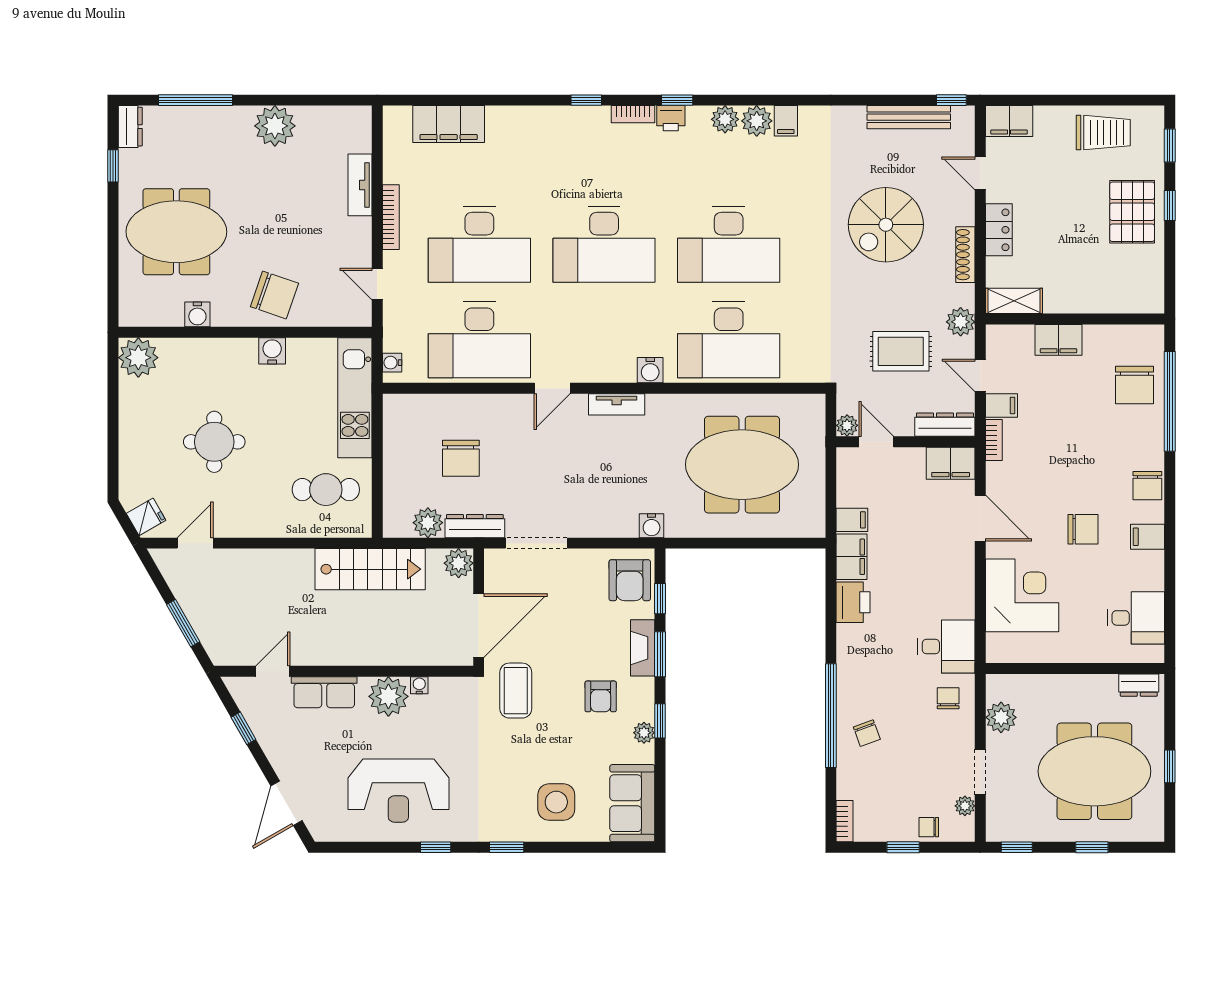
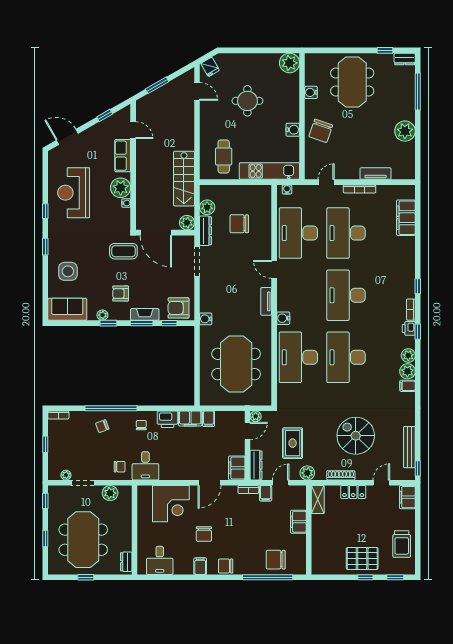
chair: (929, 827) -> (141, 425), moved

